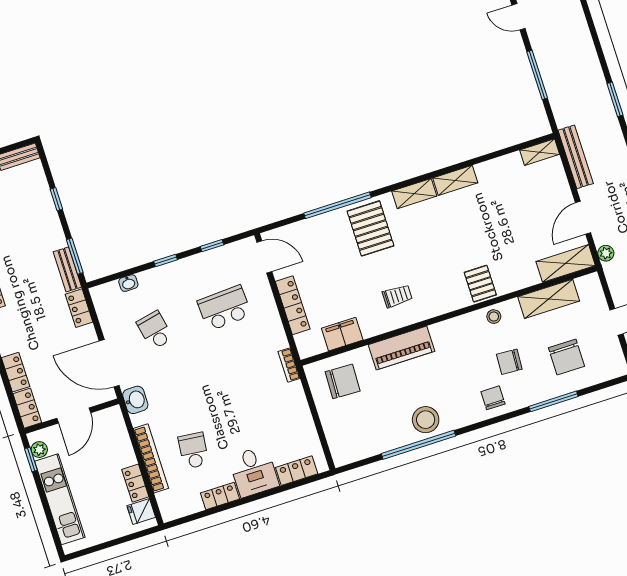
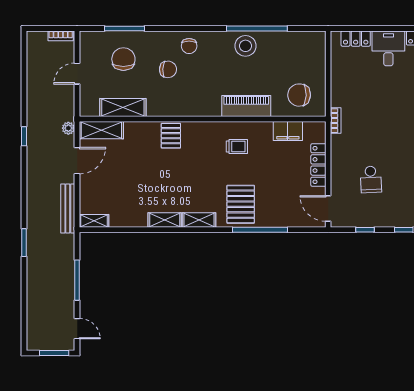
trolley: (397, 296) -> (237, 146), turned 180
school desk: (224, 308) -> (371, 179), width x0.54
stool: (494, 317) -> (169, 107), removed
window: (553, 401) -> (124, 29), moved

